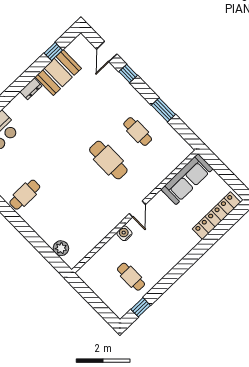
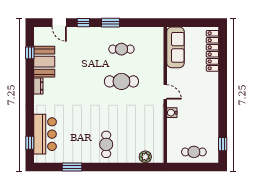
window: (163, 110) -> (111, 23), moved
cafe table: (25, 195) -> (106, 144), moved
cafe table: (131, 277) -> (194, 152), moved

